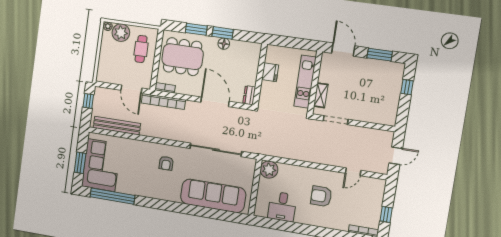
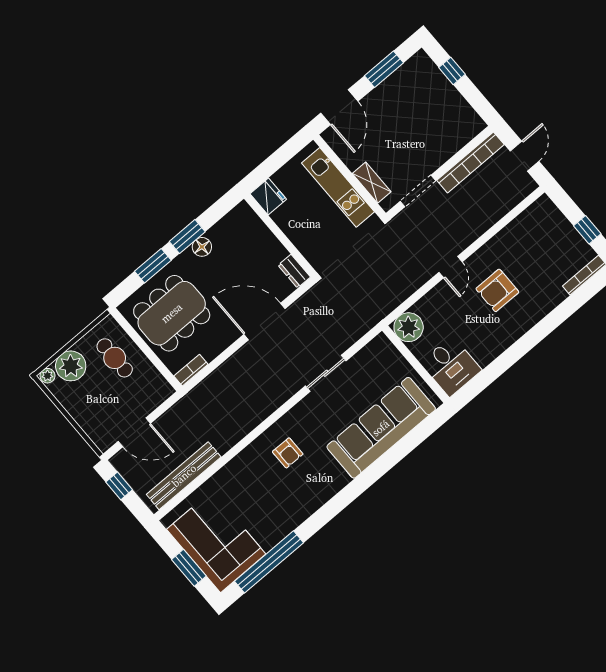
door: (343, 50) -> (339, 107), swing flipped
fridge: (270, 72) -> (268, 197), moved
door: (131, 89) -> (134, 432), moved
bookcase: (163, 101) -> (471, 162), moved
sliding door: (216, 150) -> (326, 373), width x0.54
door: (353, 172) -> (451, 267), moved
desk: (282, 207) -> (451, 366), moved

